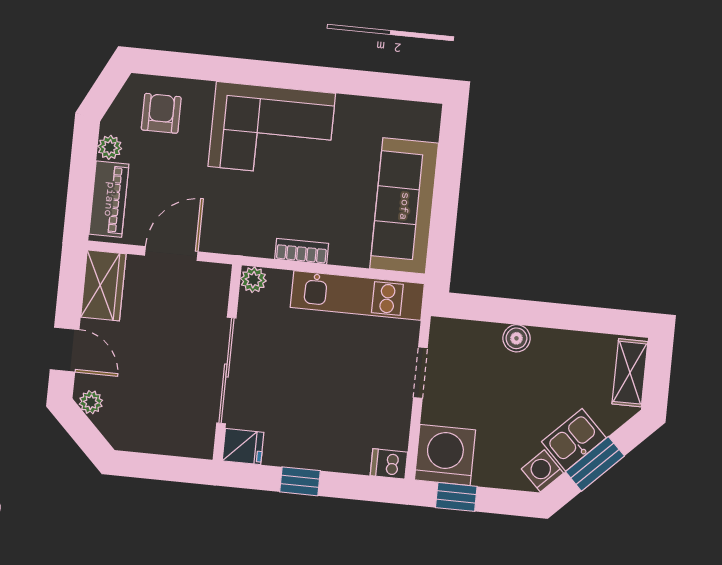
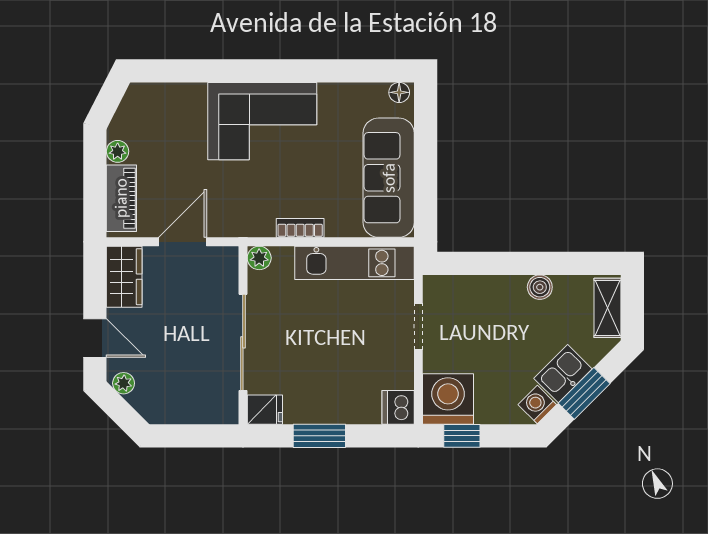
armchair: (161, 113) -> (161, 116), removed
floor lamp: (425, 114) -> (399, 92), added
boiler: (516, 338) -> (540, 287), moved
dishwasher: (389, 464) -> (398, 407), width x1.38
window: (300, 481) -> (319, 436), width x1.50

